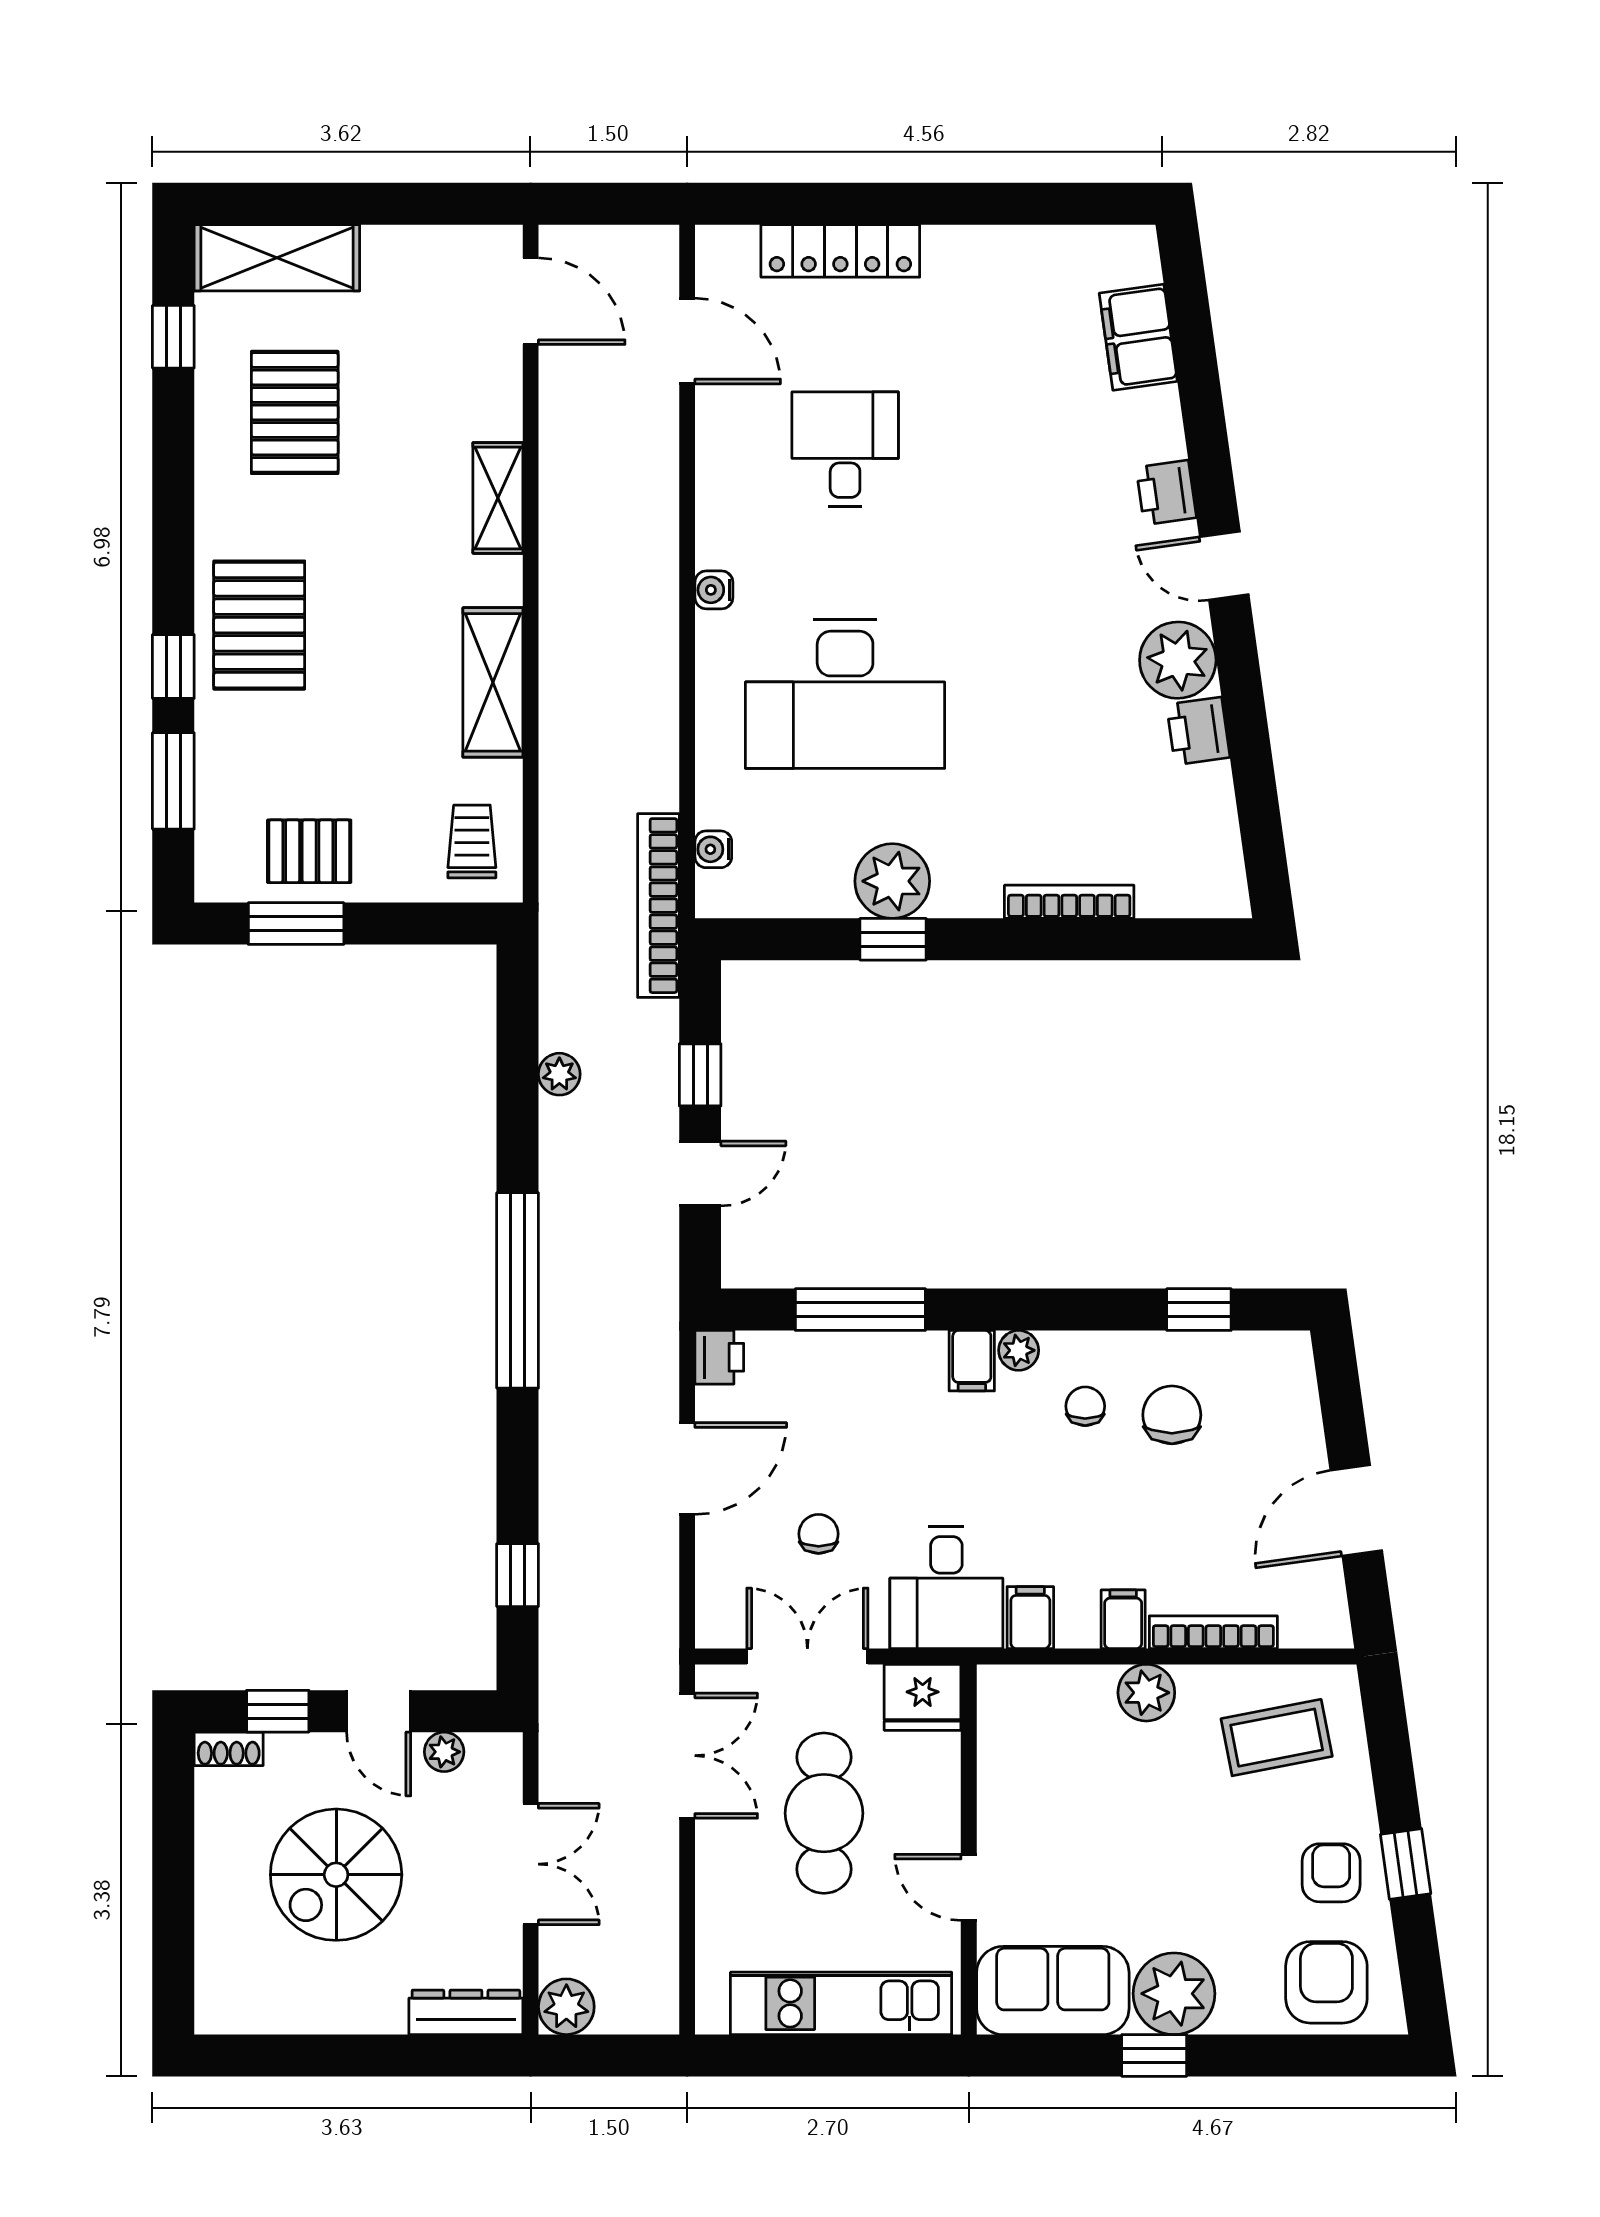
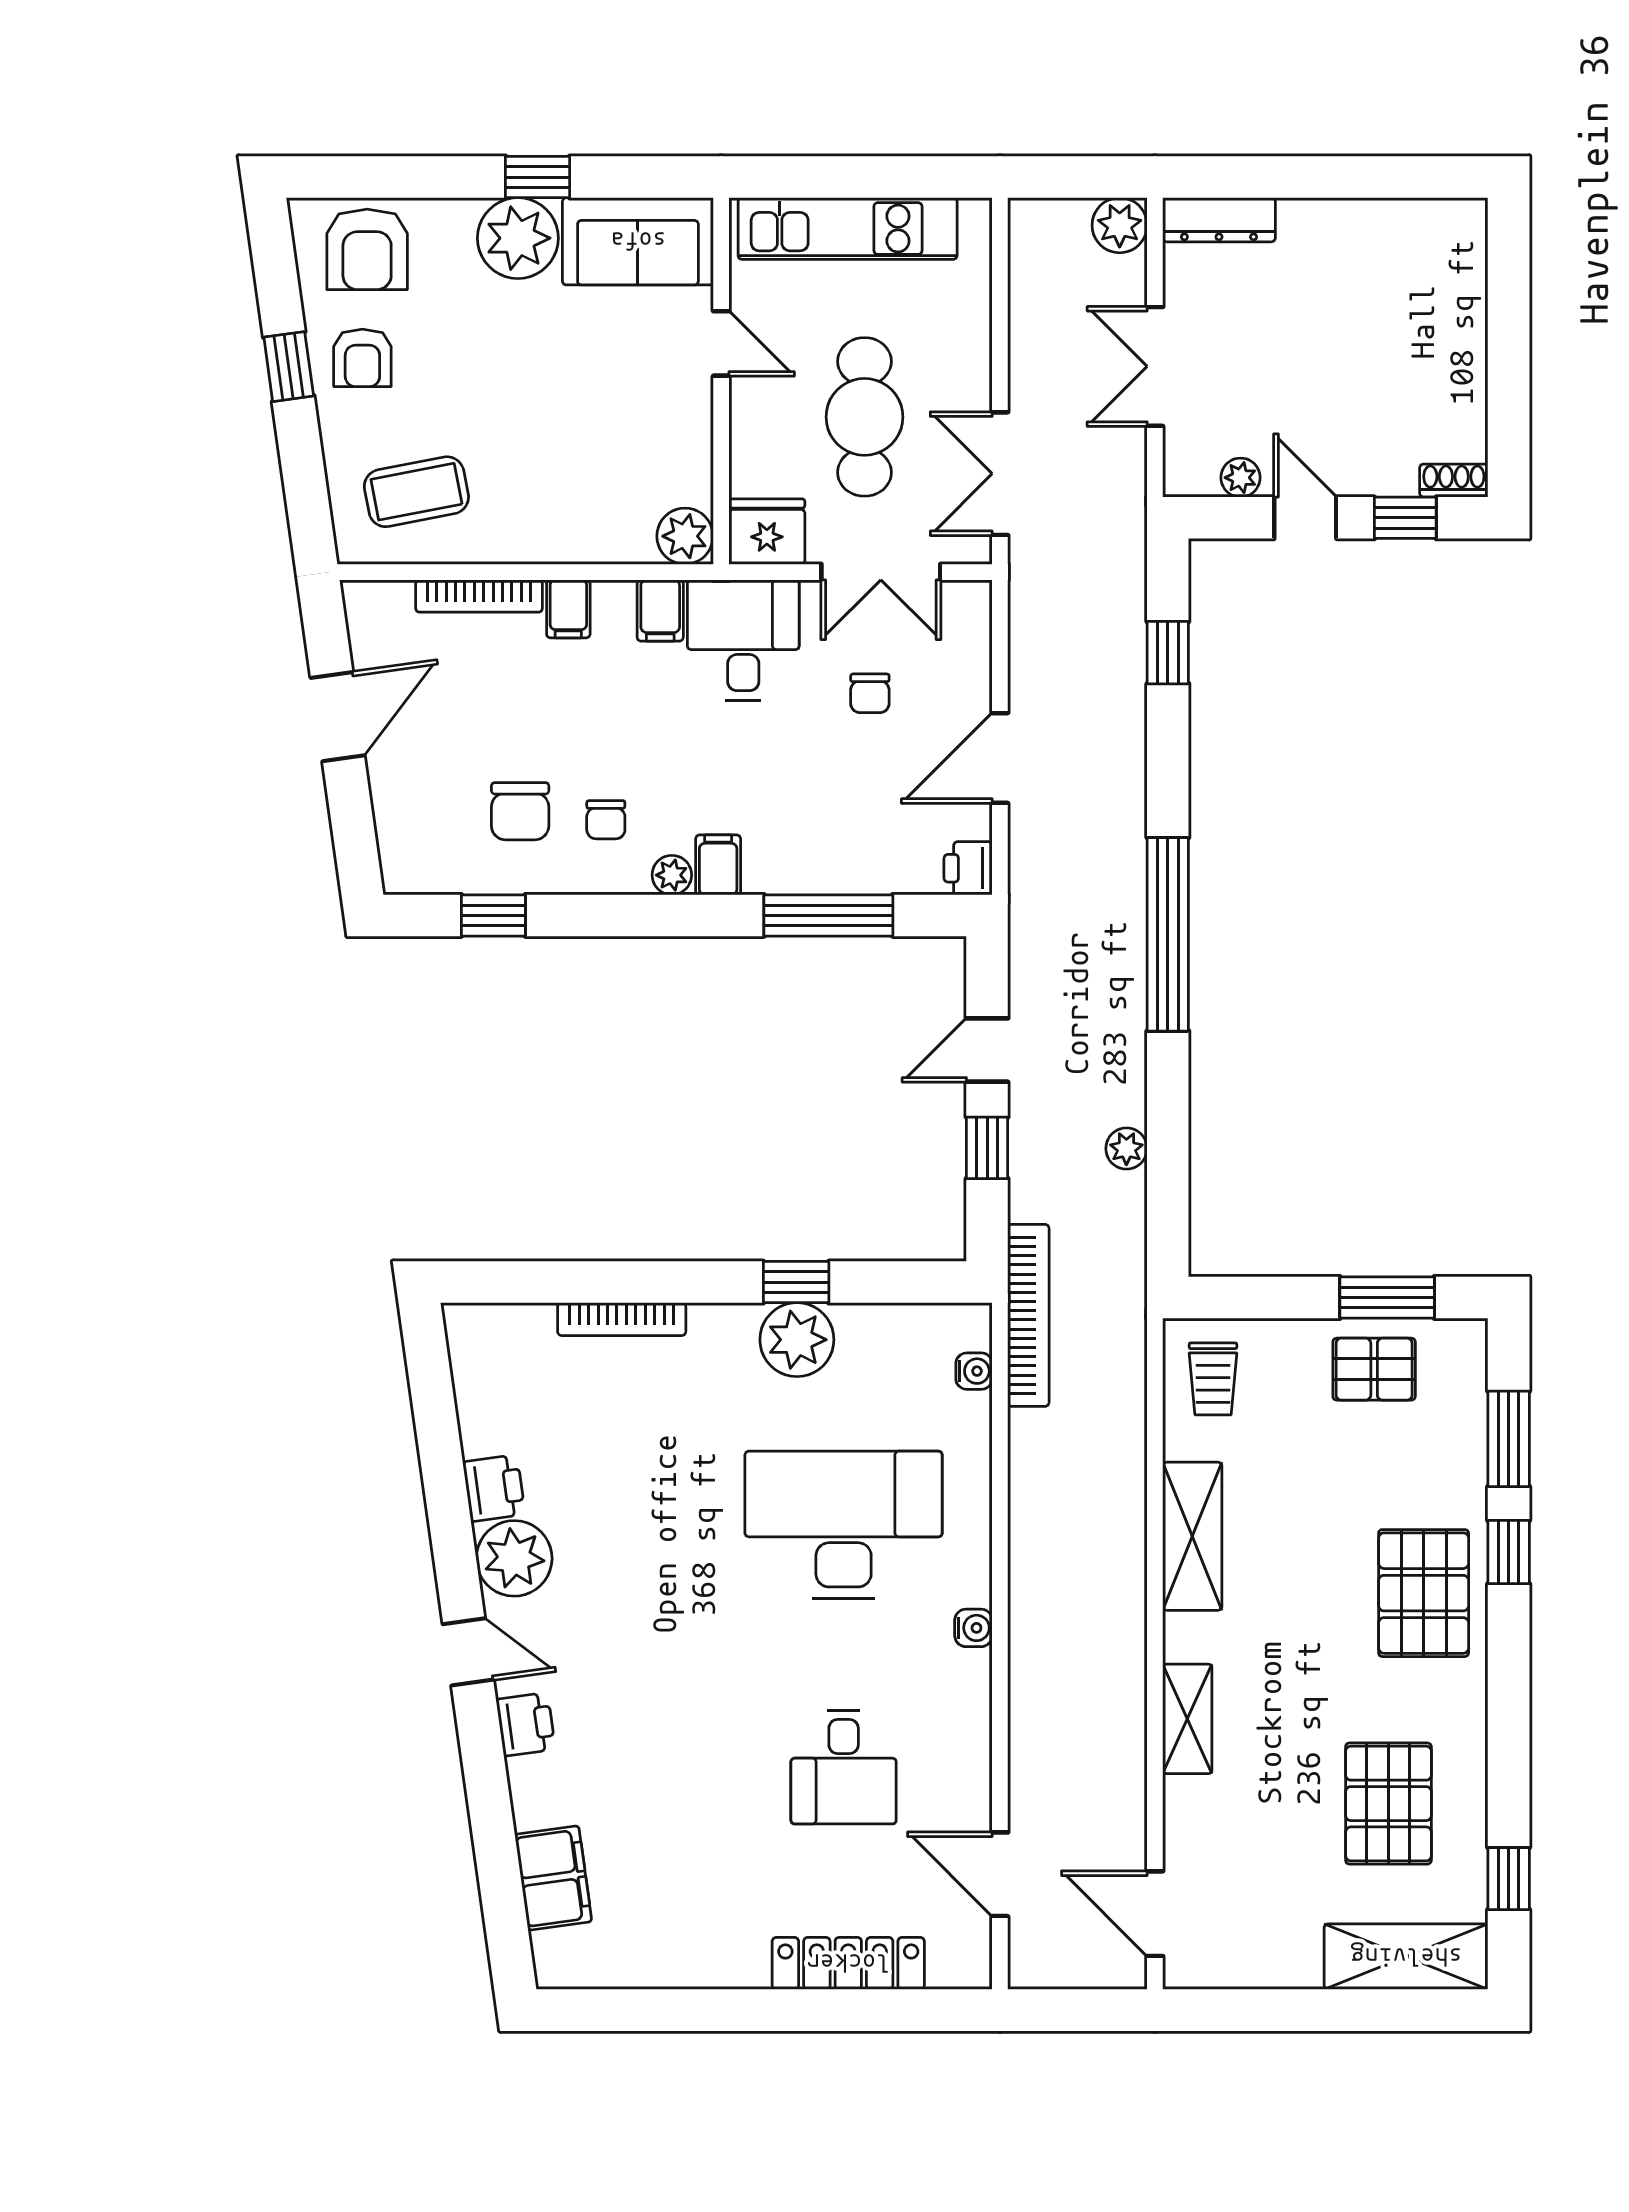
plant: (1146, 1693) -> (685, 536), moved
spiral stairs: (336, 1875) -> (1348, 356), removed

